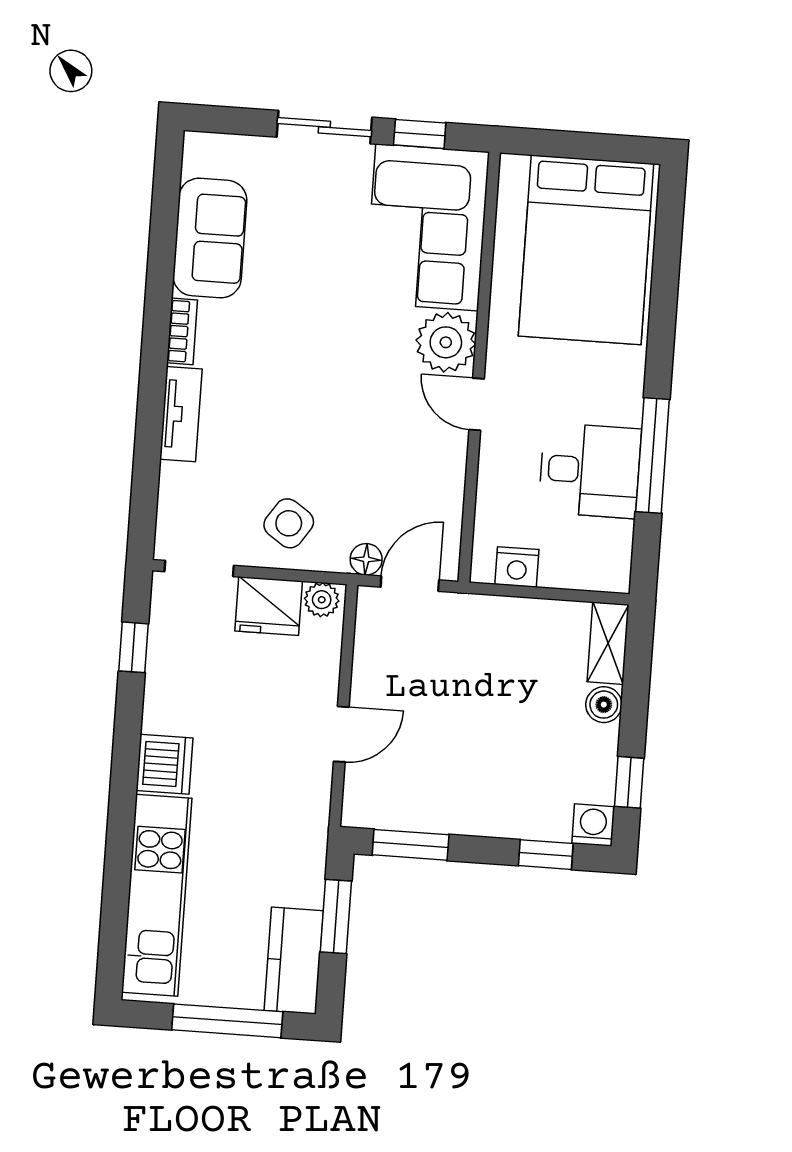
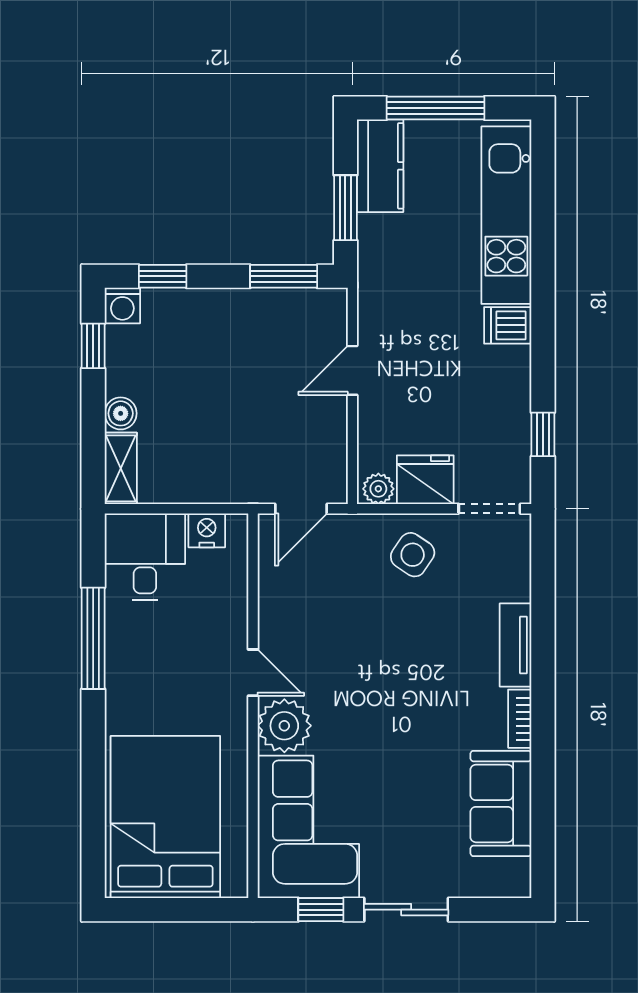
desk: (590, 470) -> (145, 557), moved, turned 90
floor lamp: (366, 559) -> (341, 528), removed
dishwasher: (165, 764) -> (508, 325), width x0.73

